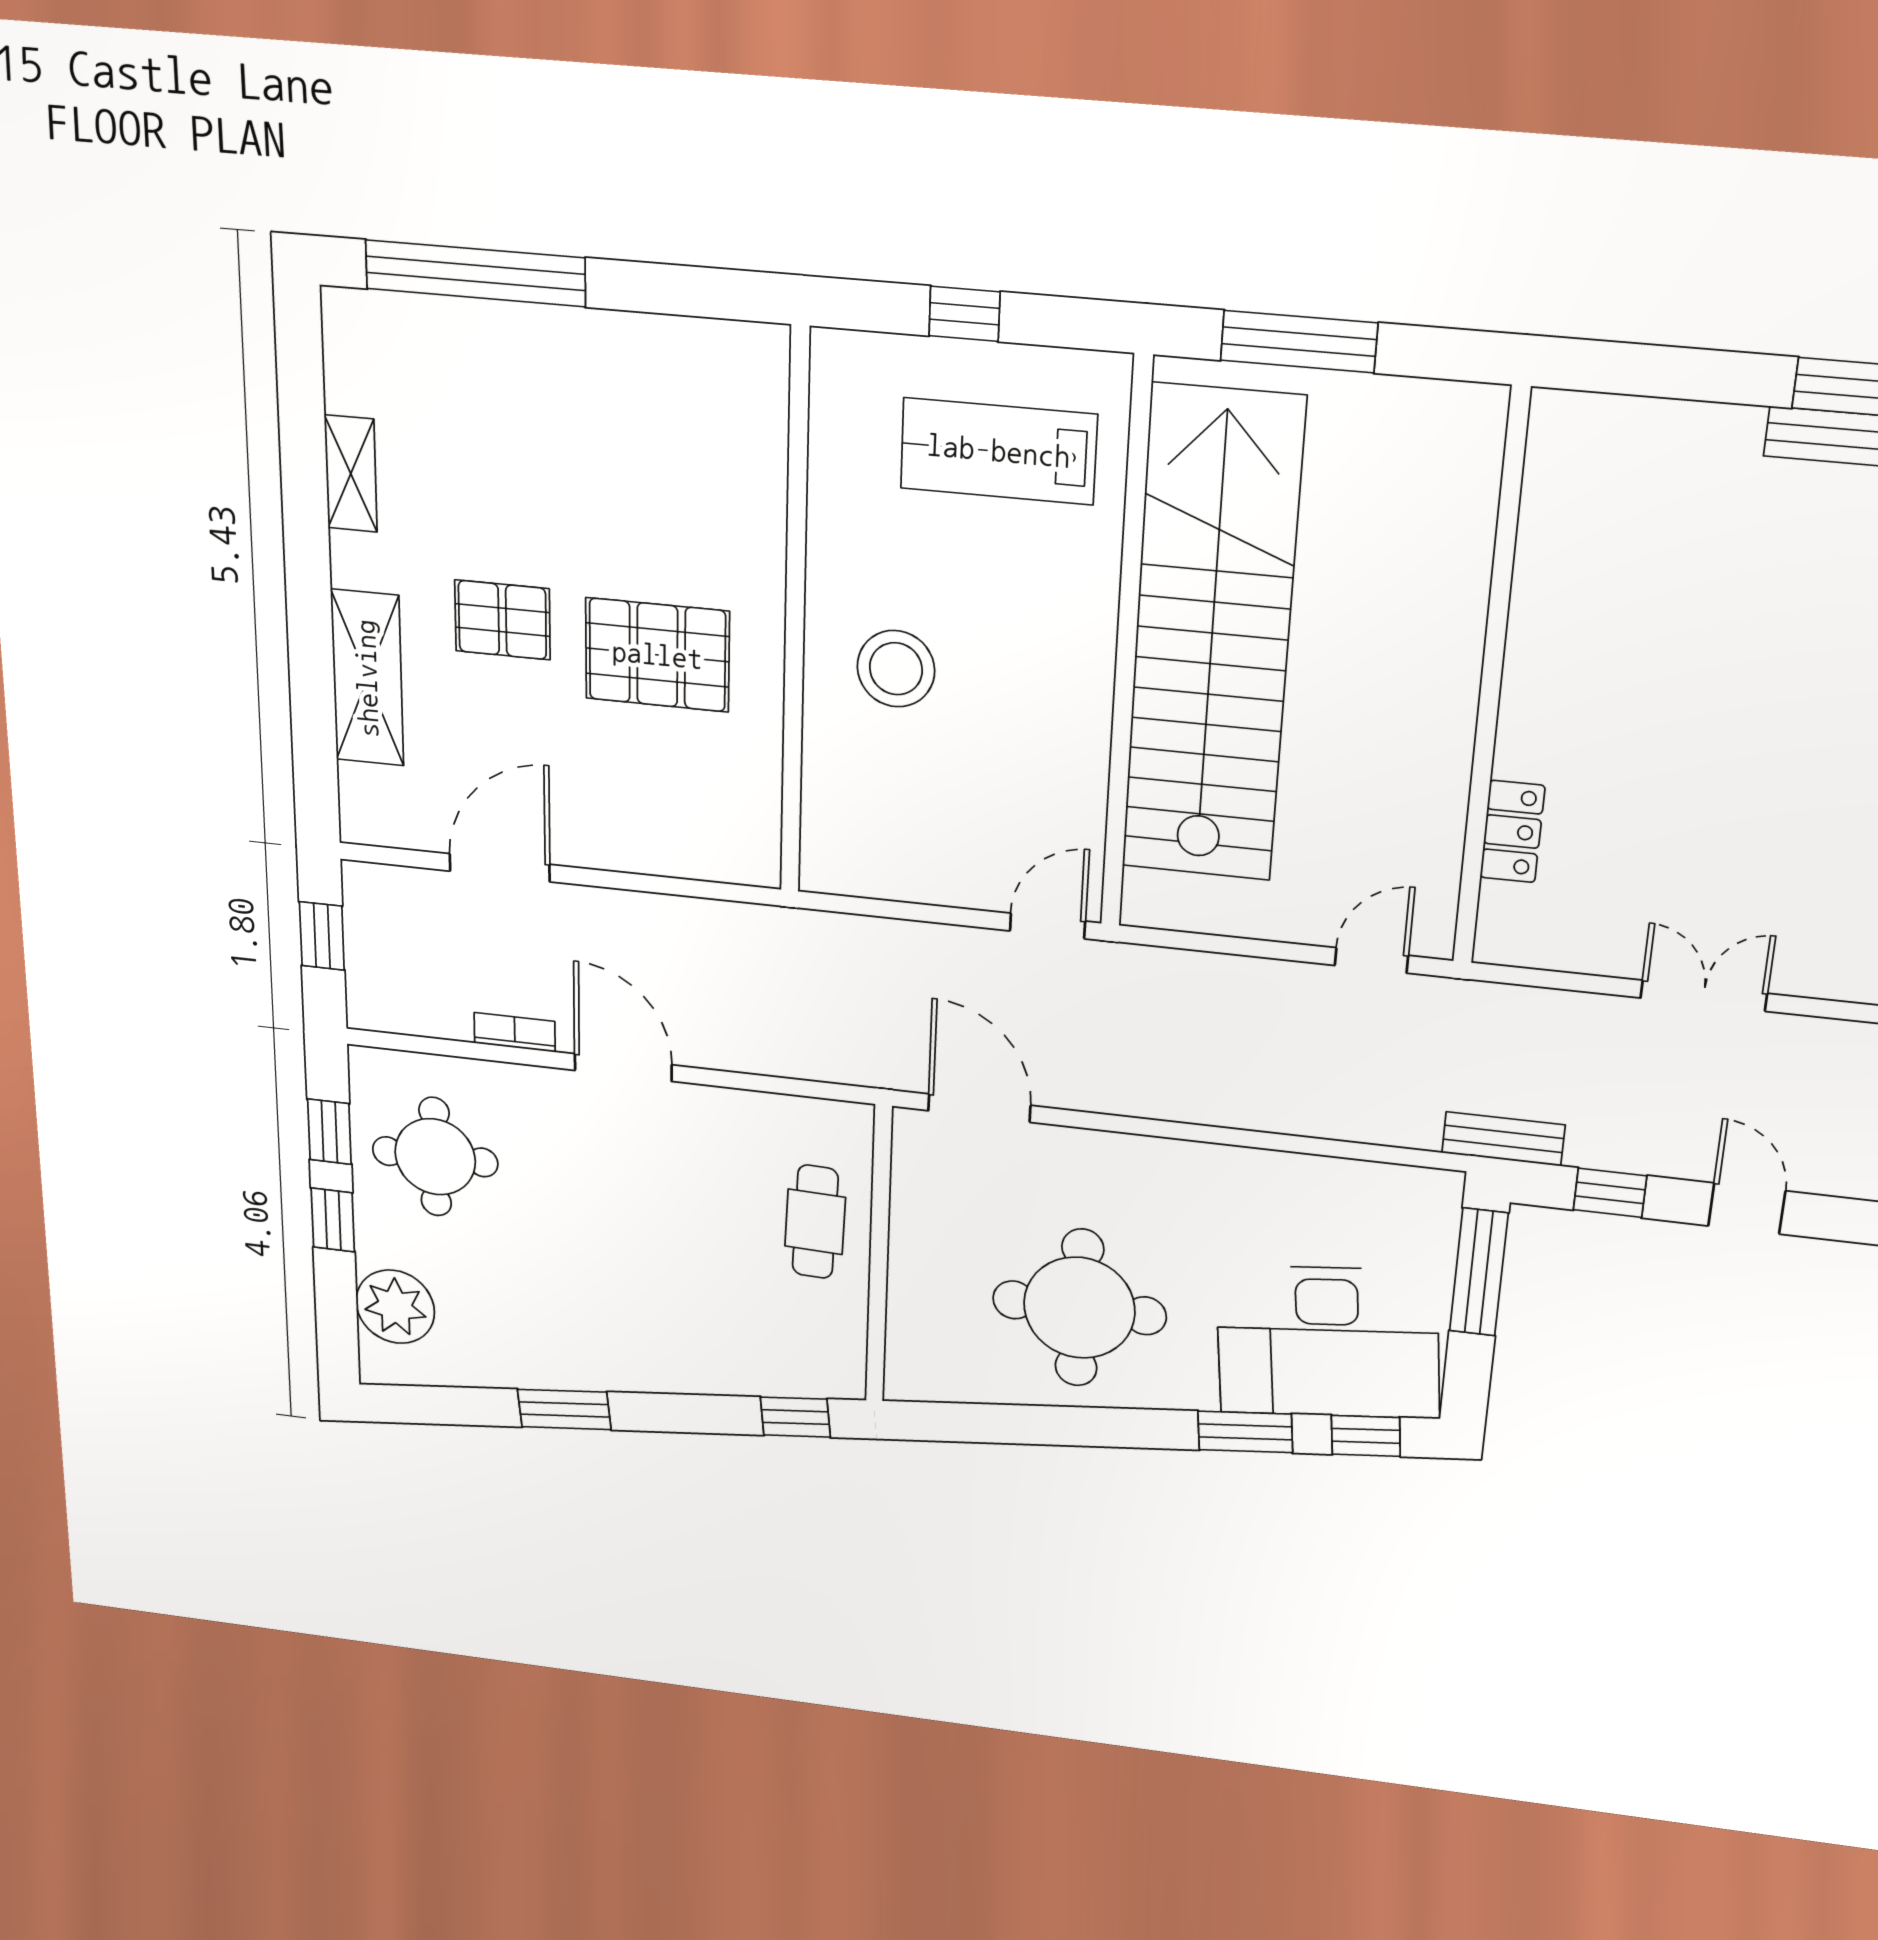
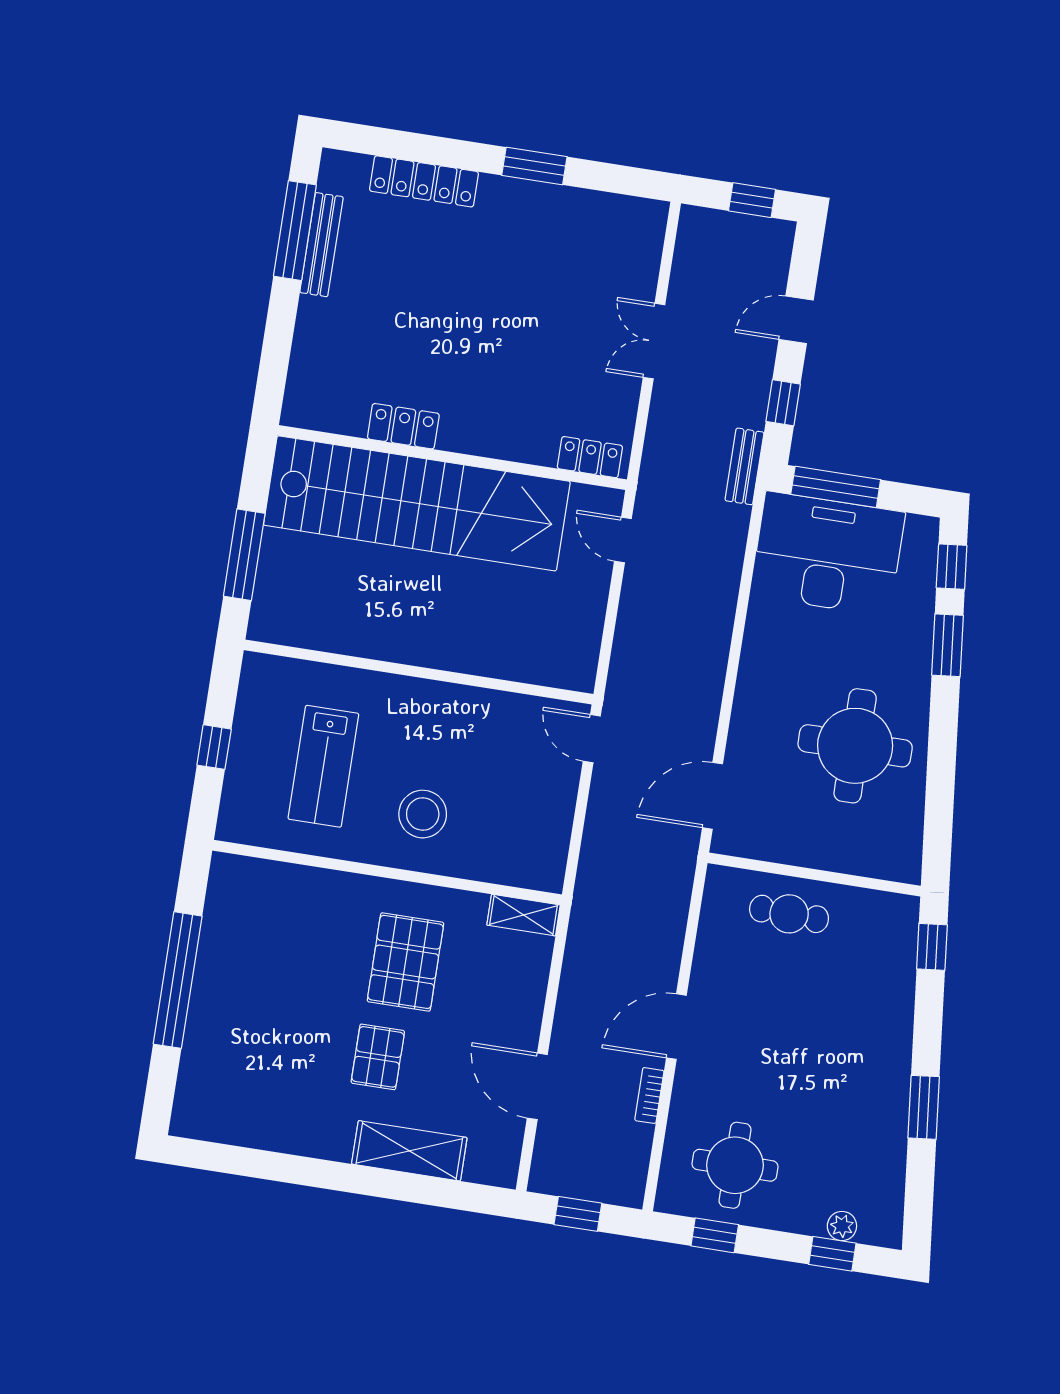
window: (475, 273) -> (178, 980), moved
lab bench: (999, 451) -> (323, 766), moved
shelving: (351, 474) -> (524, 915), moved
locker: (1540, 600) -> (403, 426), added
stairs: (1212, 637) -> (417, 503), moved, turned 180
locker: (1512, 832) -> (590, 457), moved
window: (333, 1220) -> (832, 1254), moved
plant: (395, 1307) -> (842, 1226), width x0.53, depth x0.53
desk: (1328, 1342) -> (828, 554), moved, turned -84

